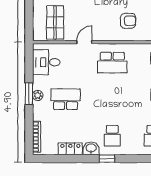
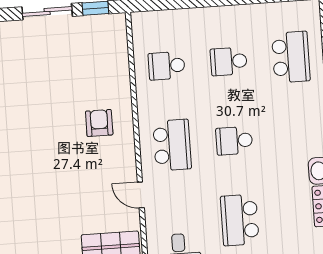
school desk: (112, 136) -> (234, 141), moved, turned 180

